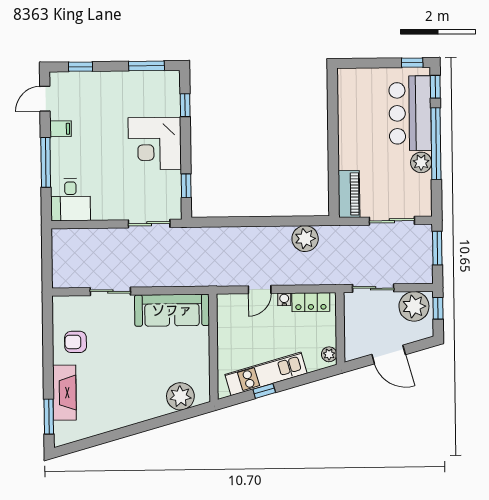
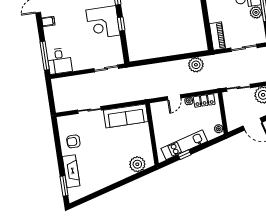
window: (46, 162) -> (45, 56), moved
window: (186, 186) -> (121, 24), moved

